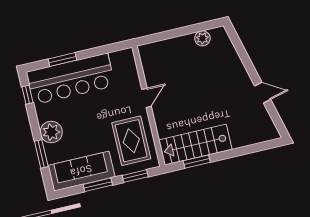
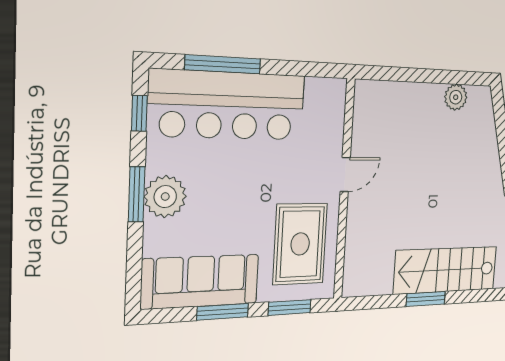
window: (62, 60) -> (223, 64), width x1.44
stairs: (195, 145) -> (446, 270), moved
window: (41, 154) -> (137, 194), moved
window: (197, 162) -> (426, 299), moved

